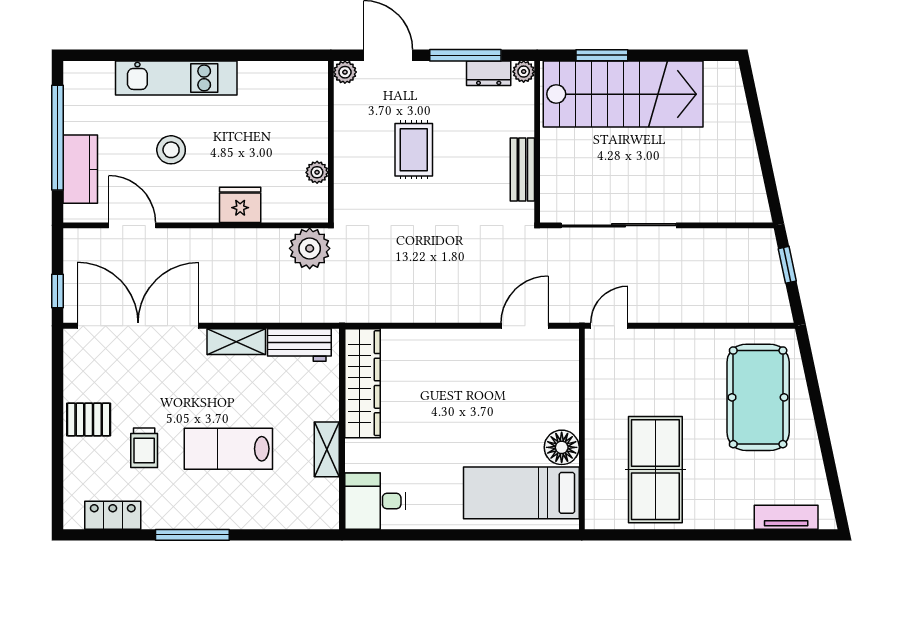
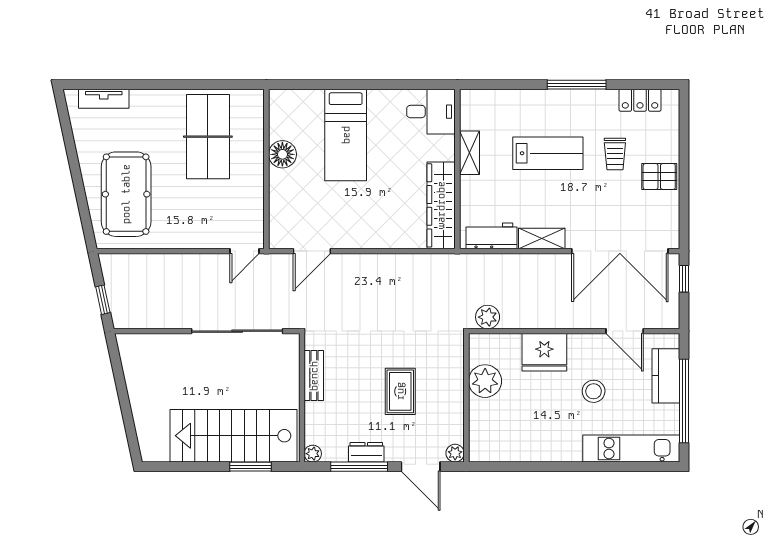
dresser: (489, 73) -> (366, 452), moved
kitchen unit: (176, 78) -> (631, 449), moved
plant: (317, 172) -> (485, 381), width x1.88, depth x1.88
fridge: (240, 205) -> (544, 352), width x1.36, depth x1.34
plant: (310, 248) -> (488, 317), width x0.73, depth x0.73
trolley: (144, 448) -> (615, 154), turned 180
bed: (521, 493) -> (346, 135), moved, turned 90

